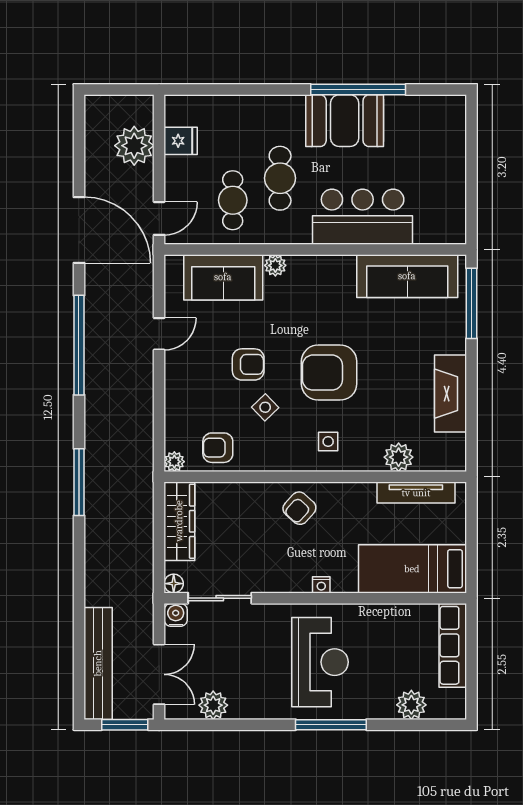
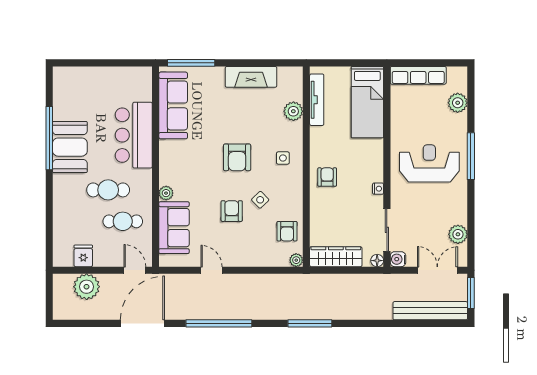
armchair: (329, 373) -> (237, 157), width x0.73, depth x0.73
armchair: (299, 508) -> (327, 177), turned -132
nightstand: (321, 585) -> (378, 189), moved

